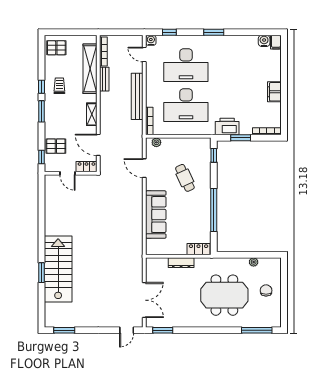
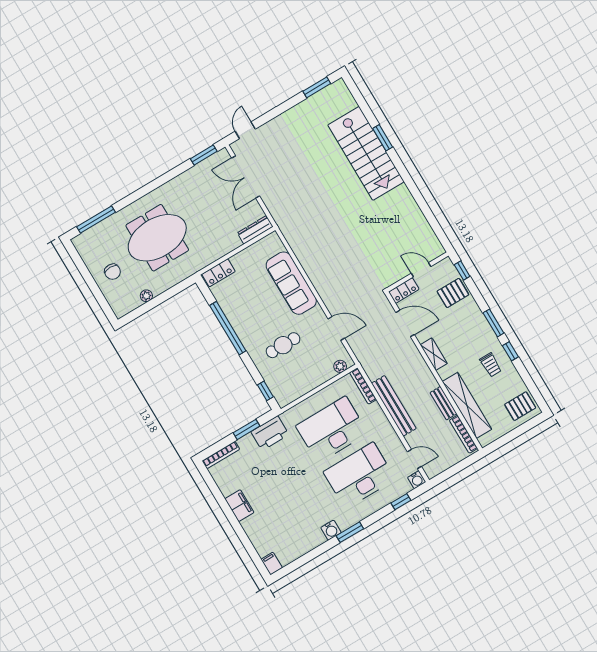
water cooler: (264, 41) -> (331, 530), moved
cafe table: (185, 178) -> (283, 345), turned -65
dresser: (181, 263) -> (255, 230), moved

